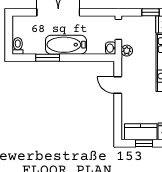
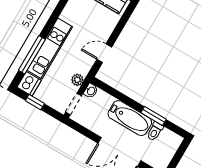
toilet: (18, 46) -> (155, 131), moved
door: (118, 85) -> (104, 53), swing flipped

